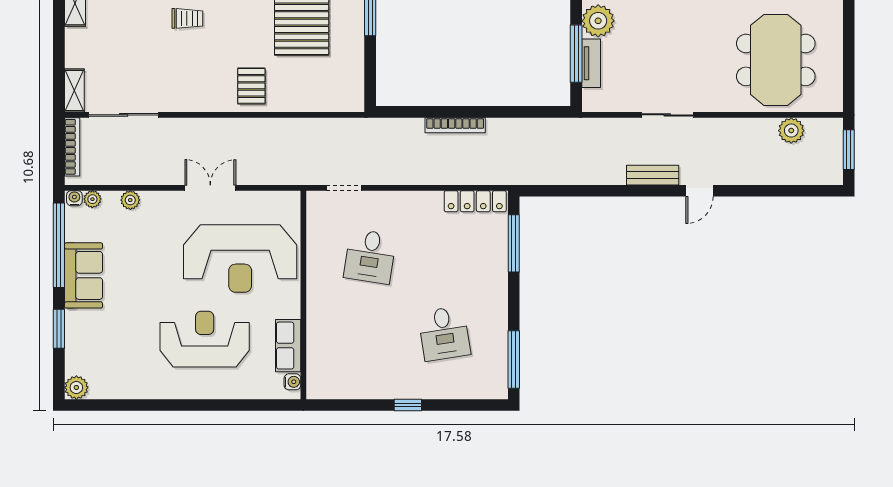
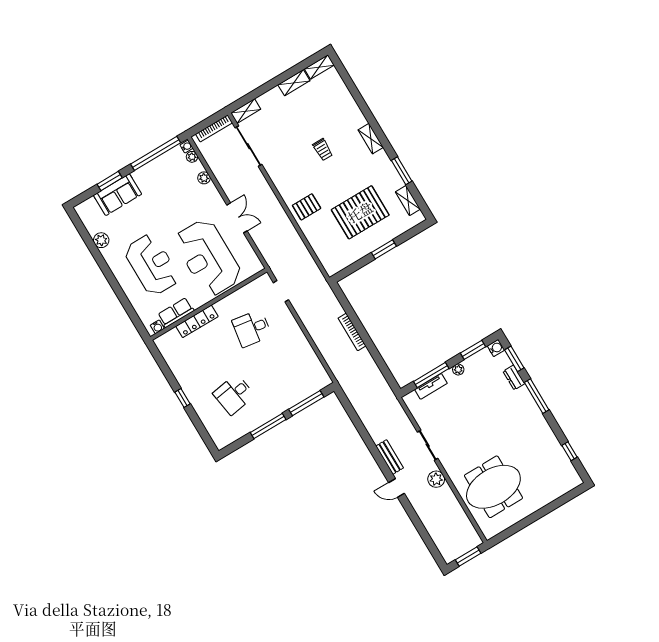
plant: (598, 21) -> (458, 370), width x0.53, depth x0.53
plant: (791, 131) -> (436, 479), moved
locker: (475, 201) -> (197, 321), moved, turned -90
sofa: (84, 275) -> (118, 195), moved
window: (514, 359) -> (268, 426), moved
plant: (76, 387) -> (101, 240), moved

